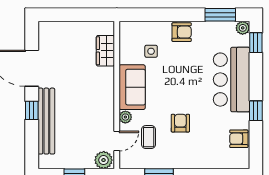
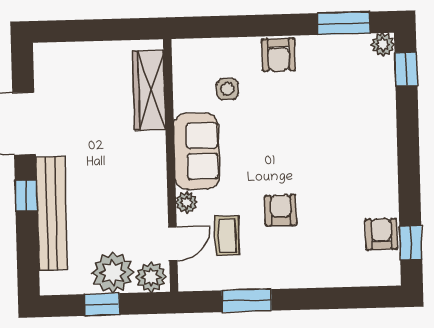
armchair: (182, 32) -> (279, 55), turned 90
wardrobe: (105, 51) -> (149, 90), width x1.50
bar counter: (231, 80) -> (366, 133), removed
window: (256, 111) -> (411, 243), moved
armchair: (239, 139) -> (381, 234), turned 90
plant: (81, 157) -> (113, 273), added

